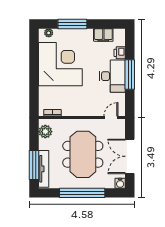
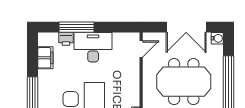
window: (130, 74) -> (76, 27), moved
door: (111, 118) -> (141, 49), swing flipped

